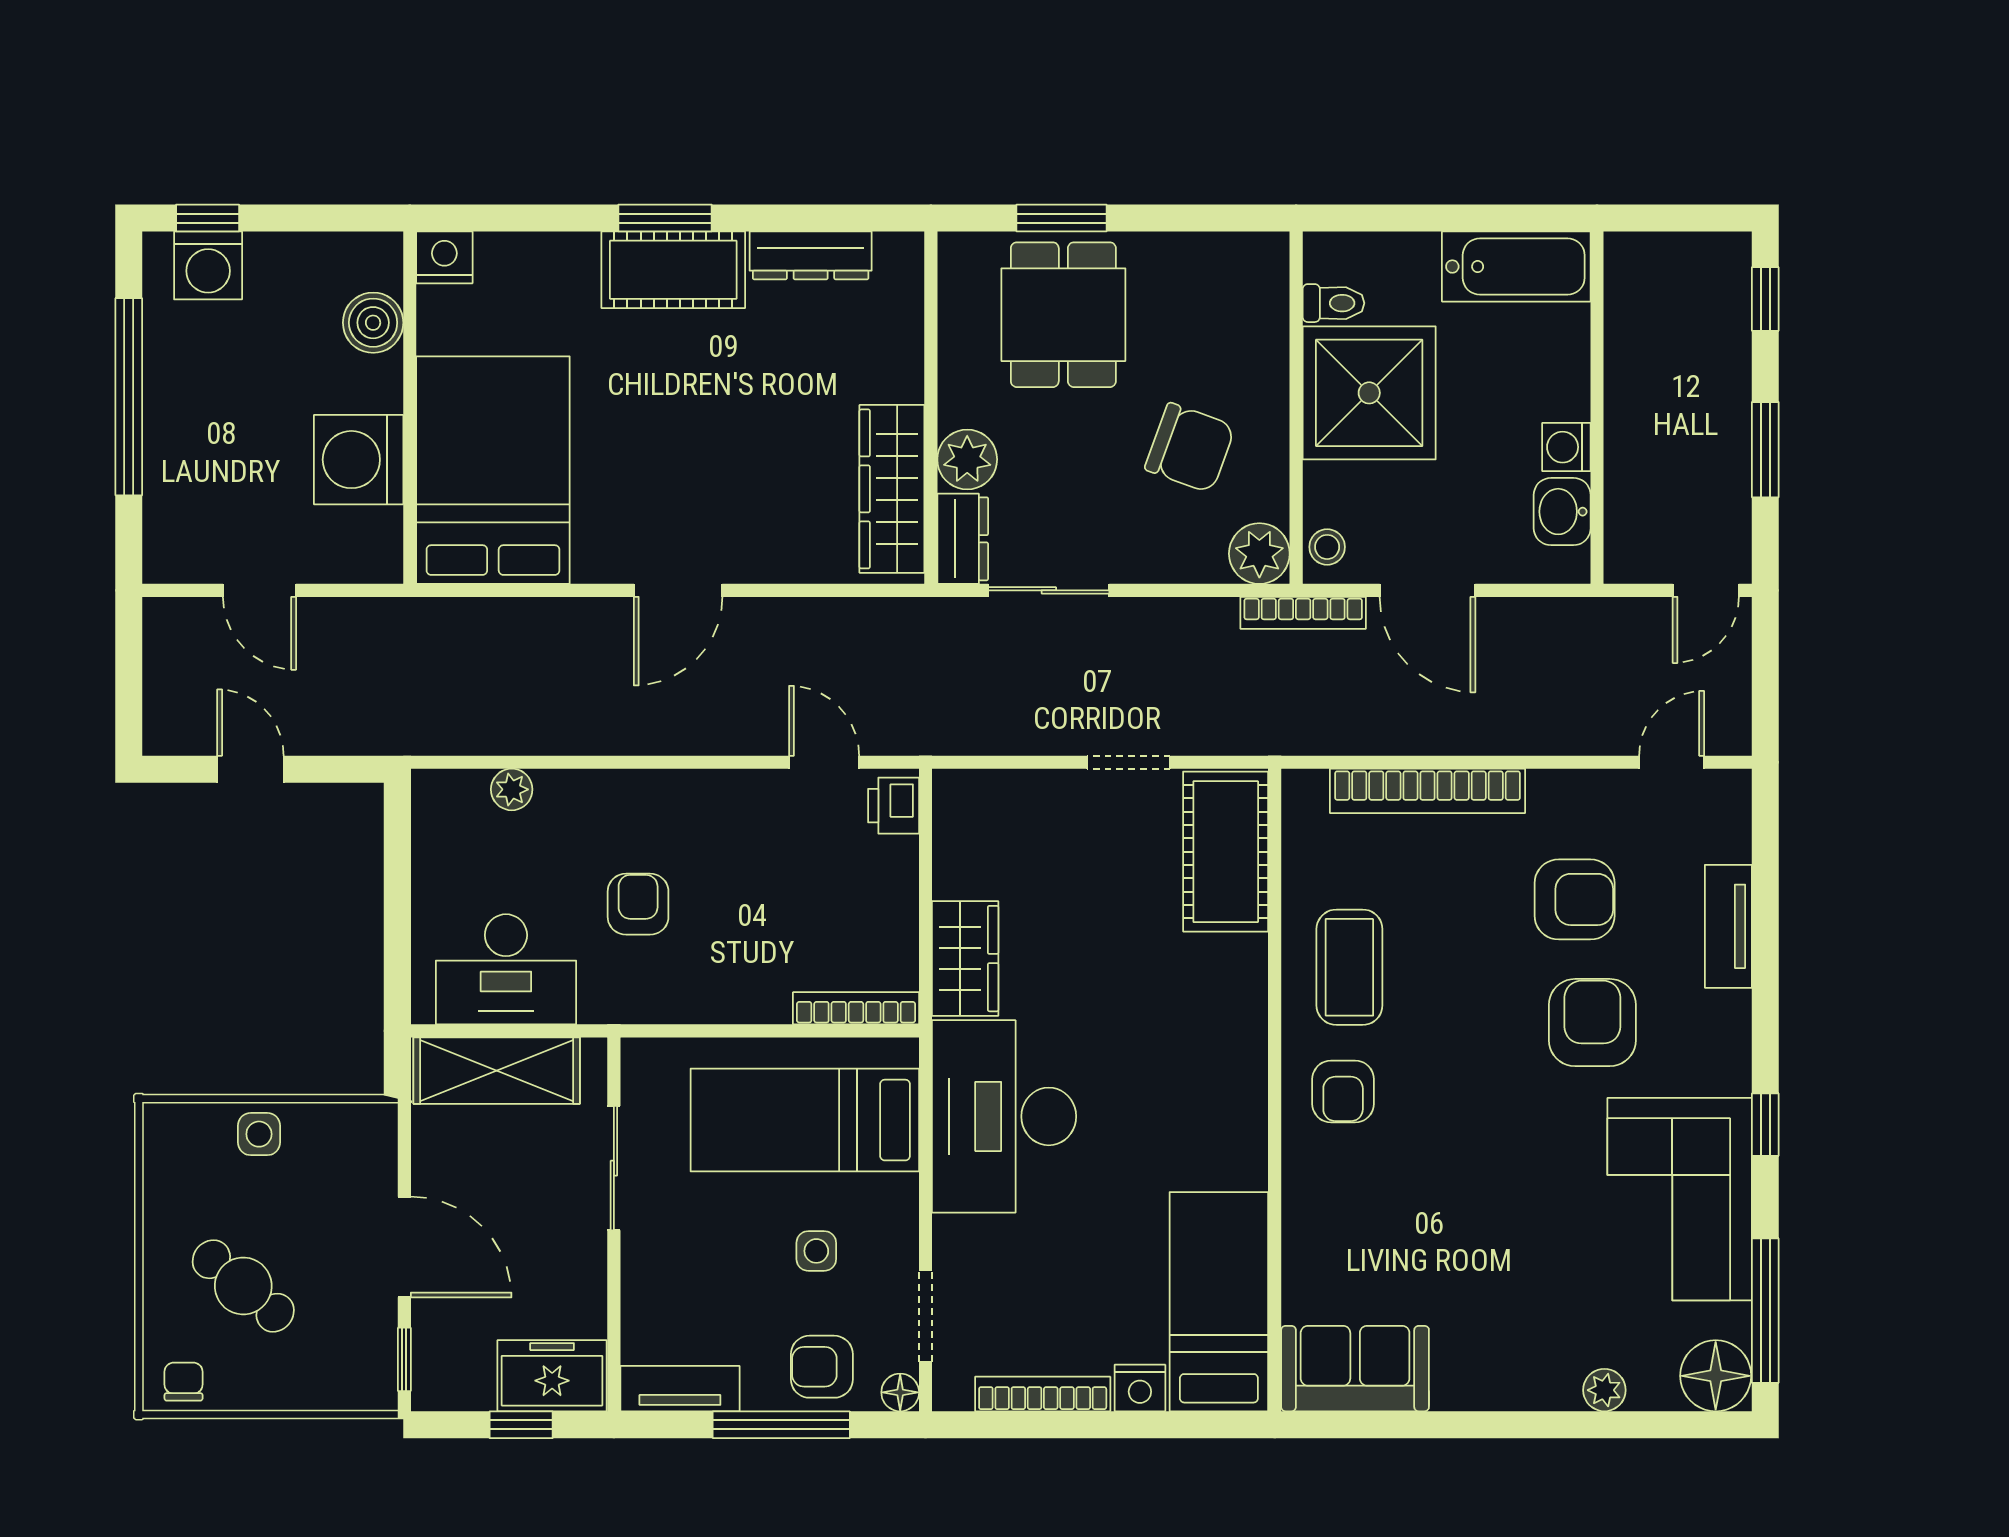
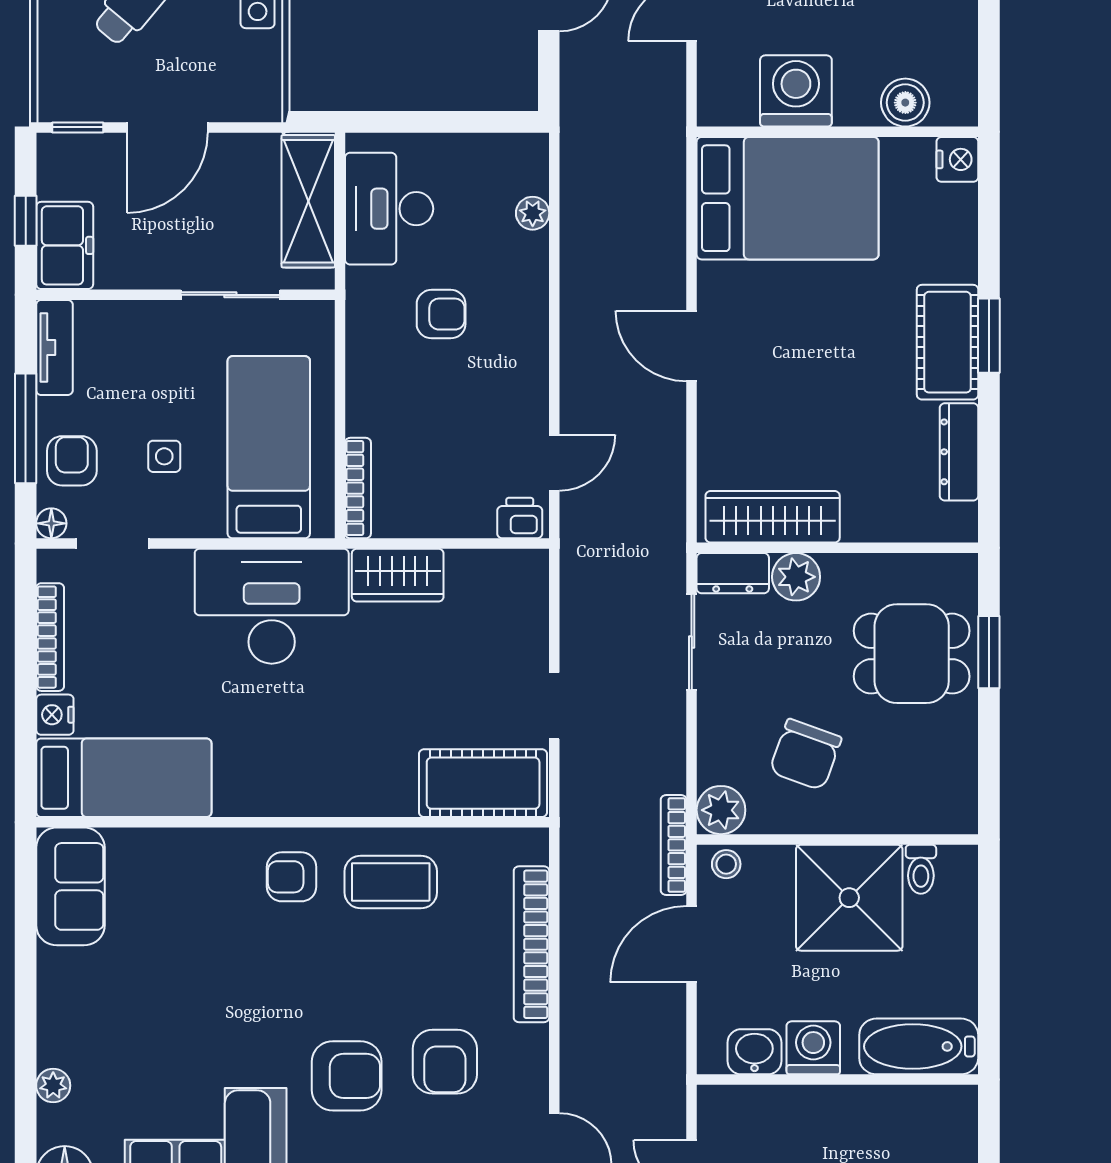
bathtub: (1516, 267) -> (919, 1046), moved, turned 90
washing machine: (1566, 447) -> (813, 1048), width x1.38, depth x1.38

